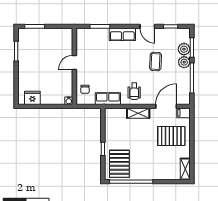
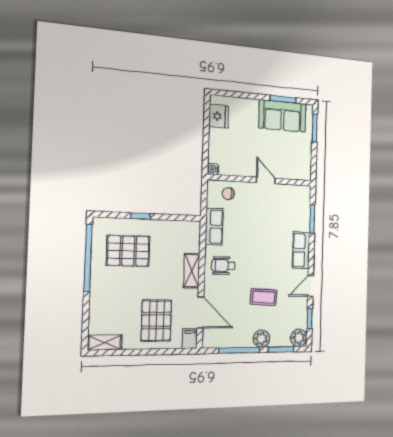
plant: (184, 49) -> (299, 338), moved
sofa: (28, 51) -> (282, 116), added
pallet: (119, 164) -> (128, 251), moved

